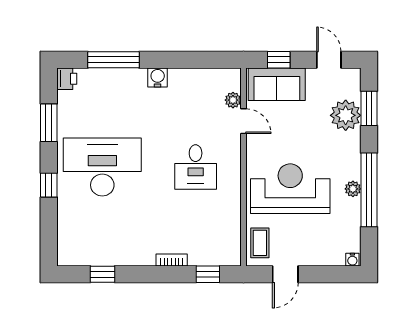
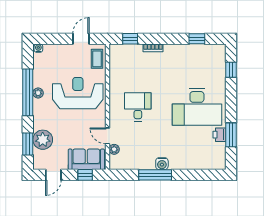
window: (114, 60) -> (155, 175), moved
door: (329, 60) -> (53, 175), hinge flipped
printer: (67, 79) -> (219, 135), moved
window: (49, 185) -> (231, 70), moved
reception desk: (290, 189) -> (78, 93), turned 180

